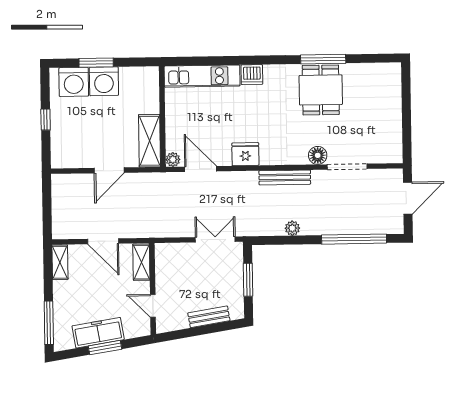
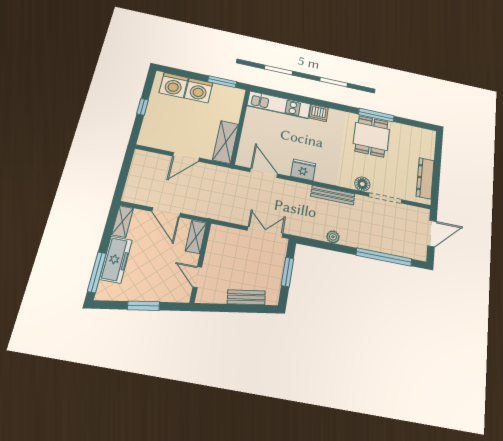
window: (96, 63) -> (222, 82), moved
dresser: (393, 130) -> (425, 178), added
plant: (173, 160) -> (242, 161), removed
freezer: (98, 333) -> (116, 260), moved, turned 99

